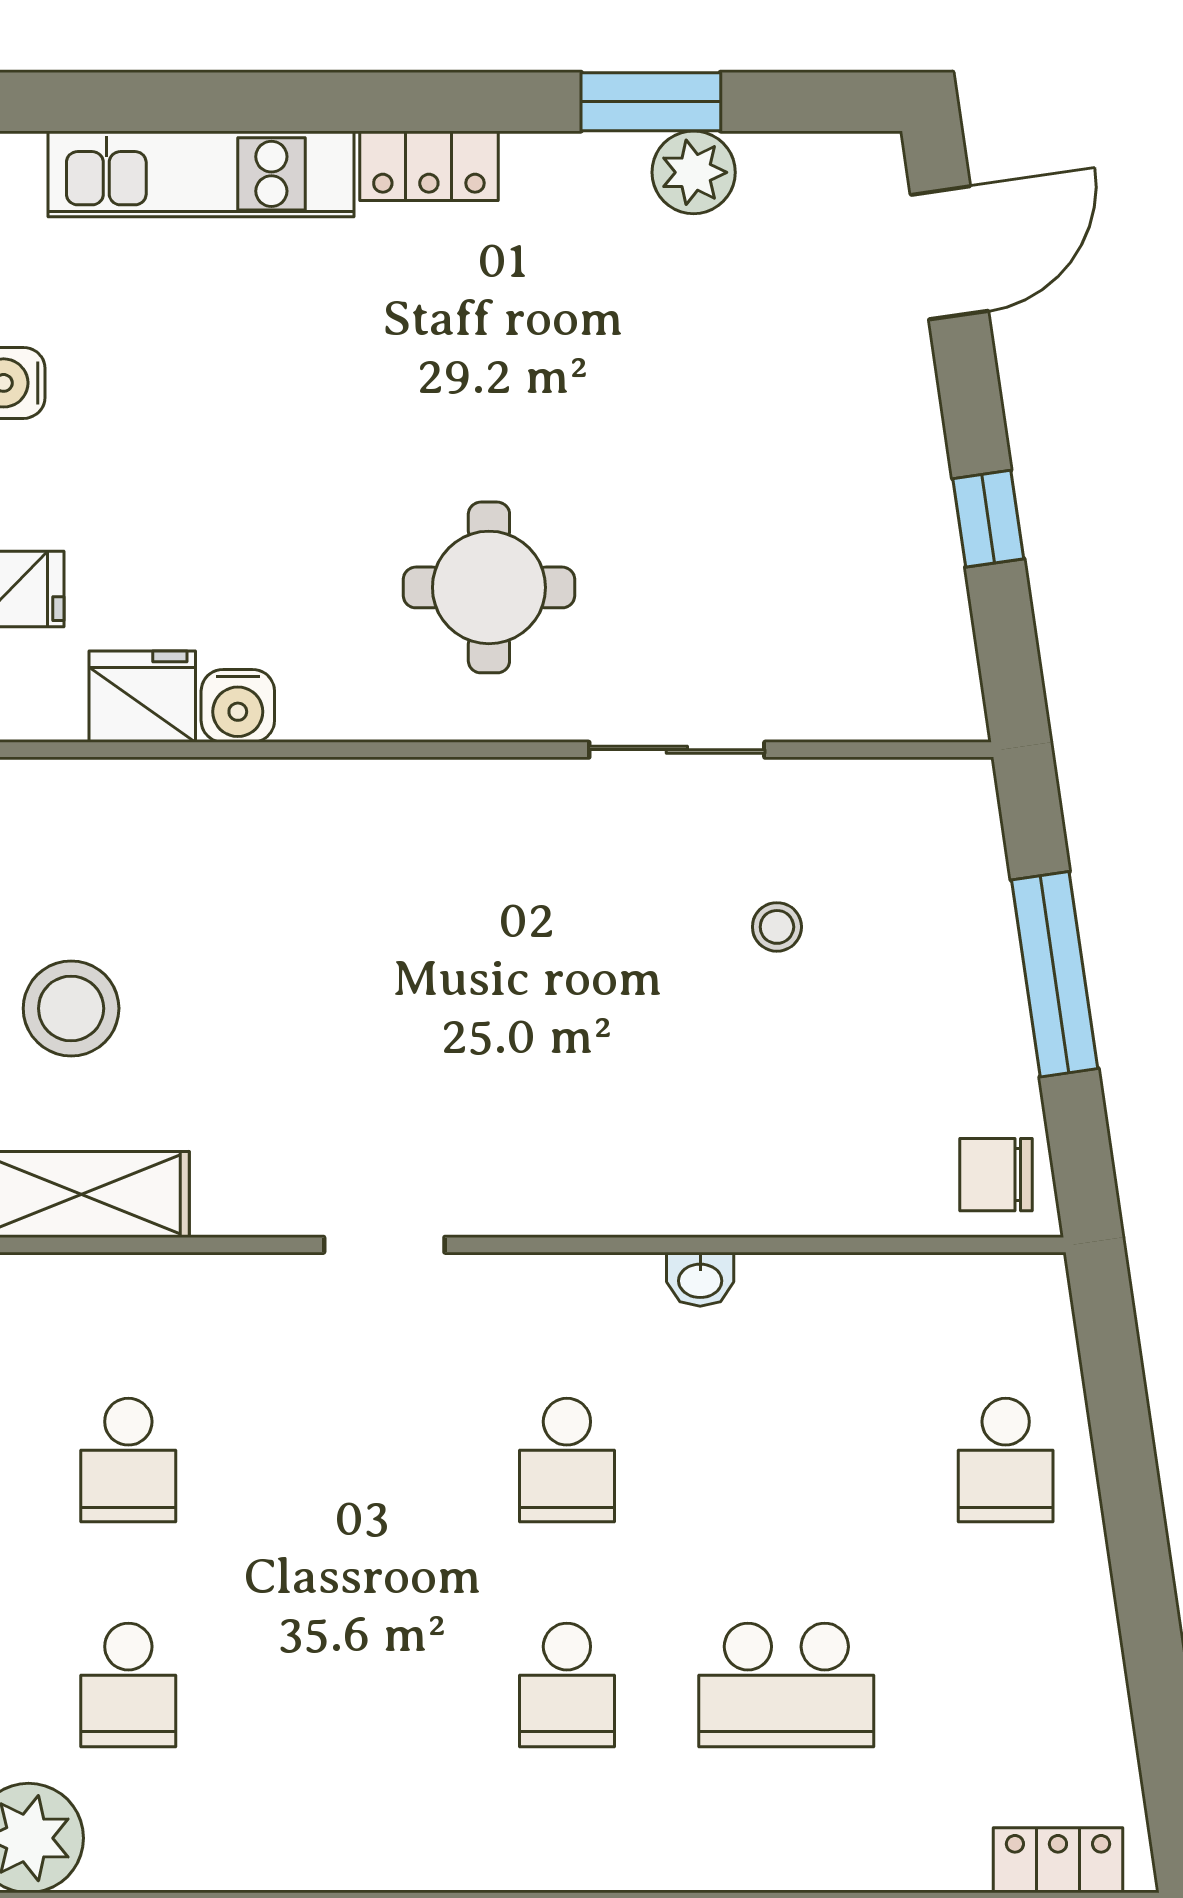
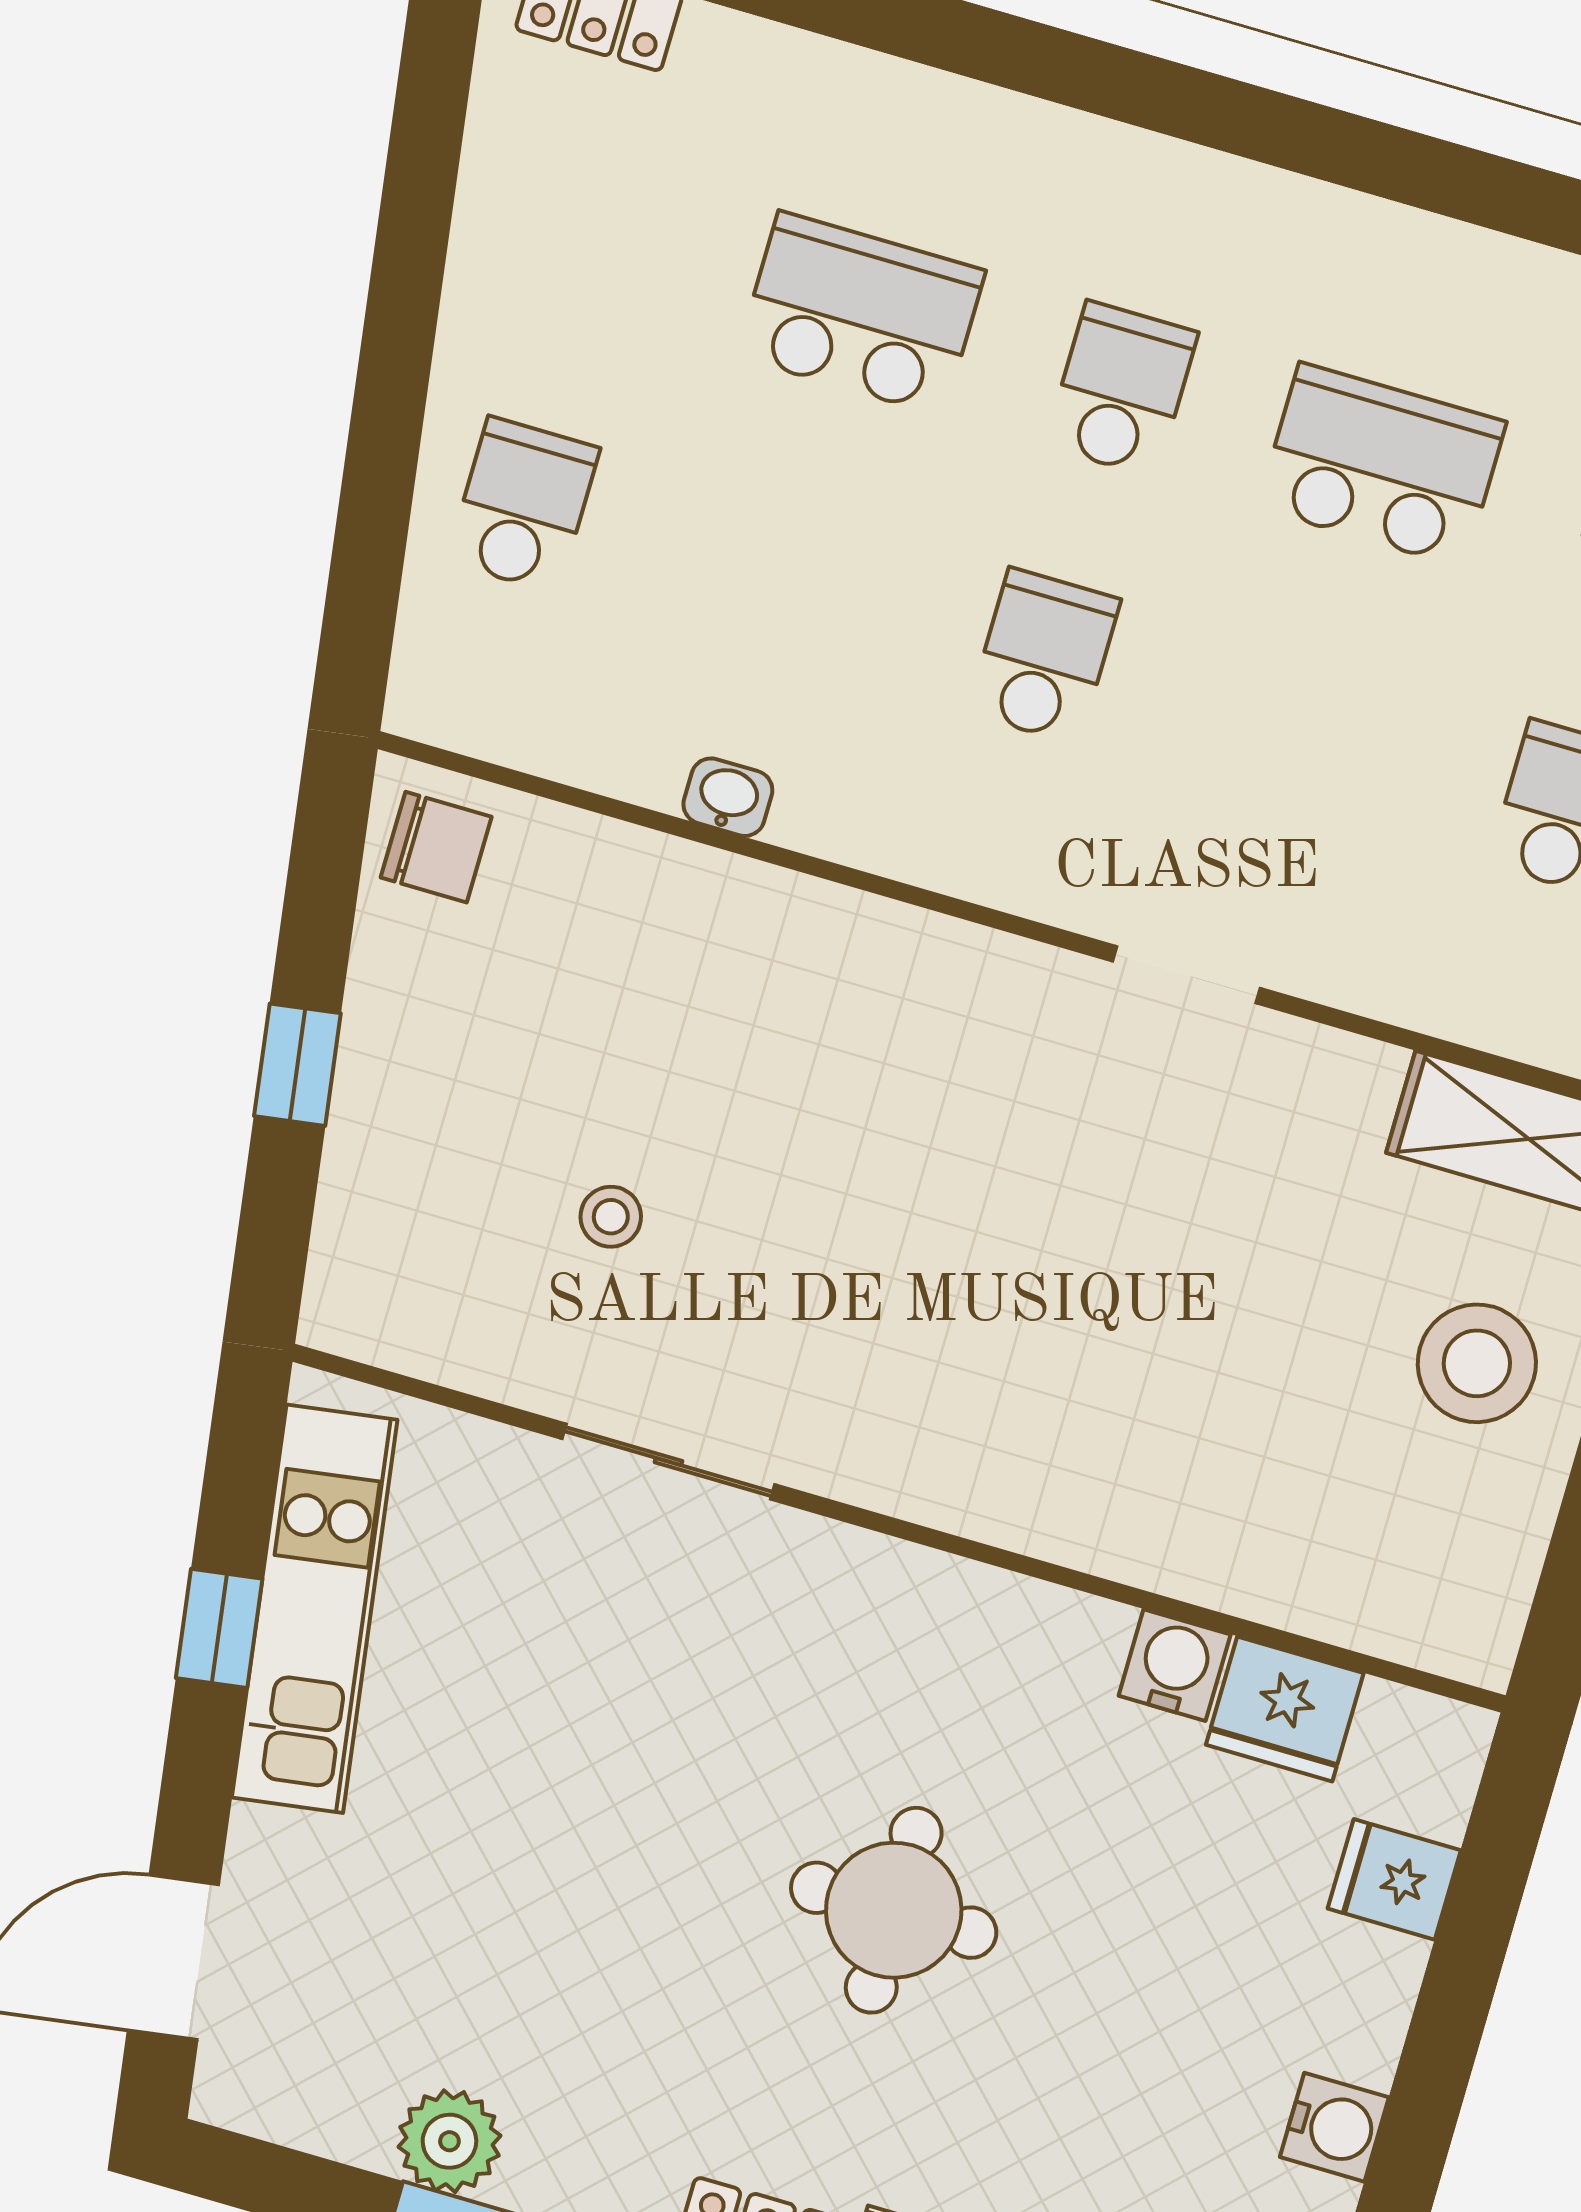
kitchen unit: (918, 556) -> (315, 1609), added
round table: (489, 587) -> (894, 1910), moved
window: (1055, 974) -> (297, 1065), width x0.46
washbasin: (700, 1279) -> (728, 797), moved
school desk: (348, 1685) -> (1382, 465), added

